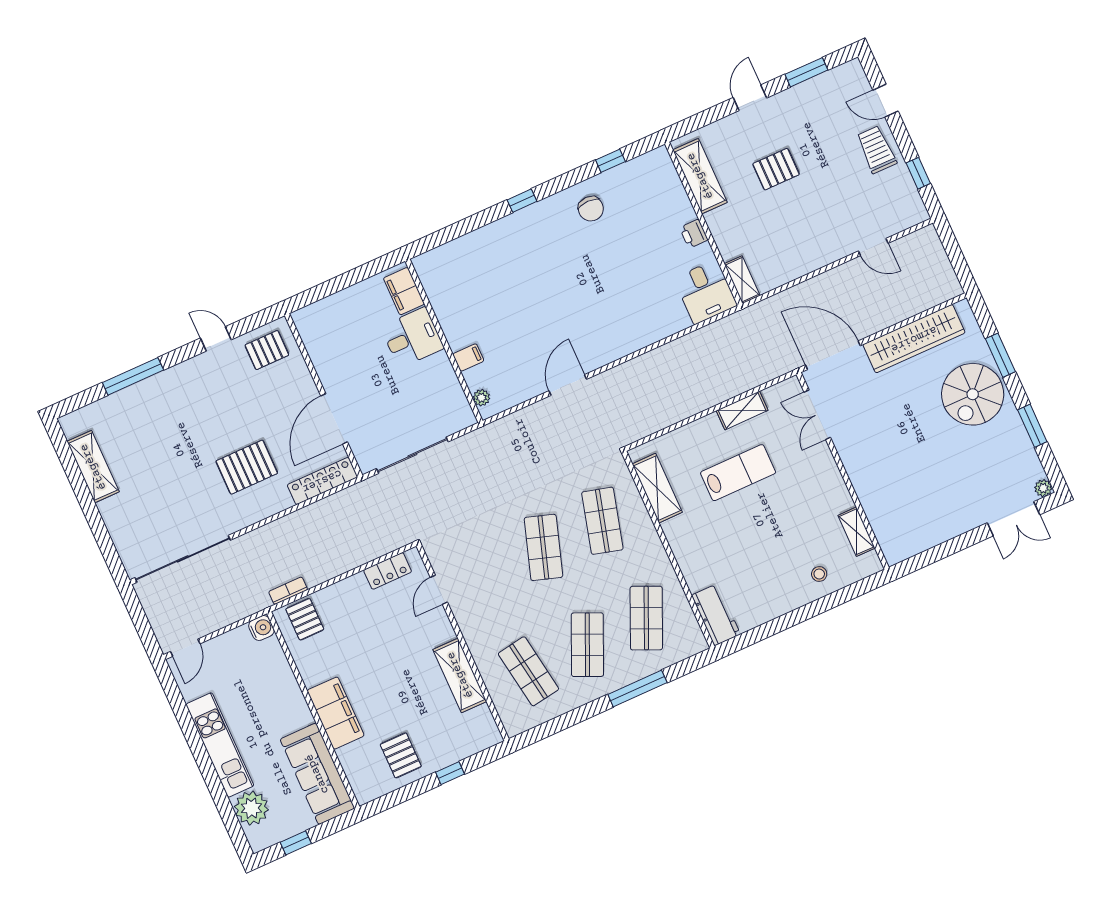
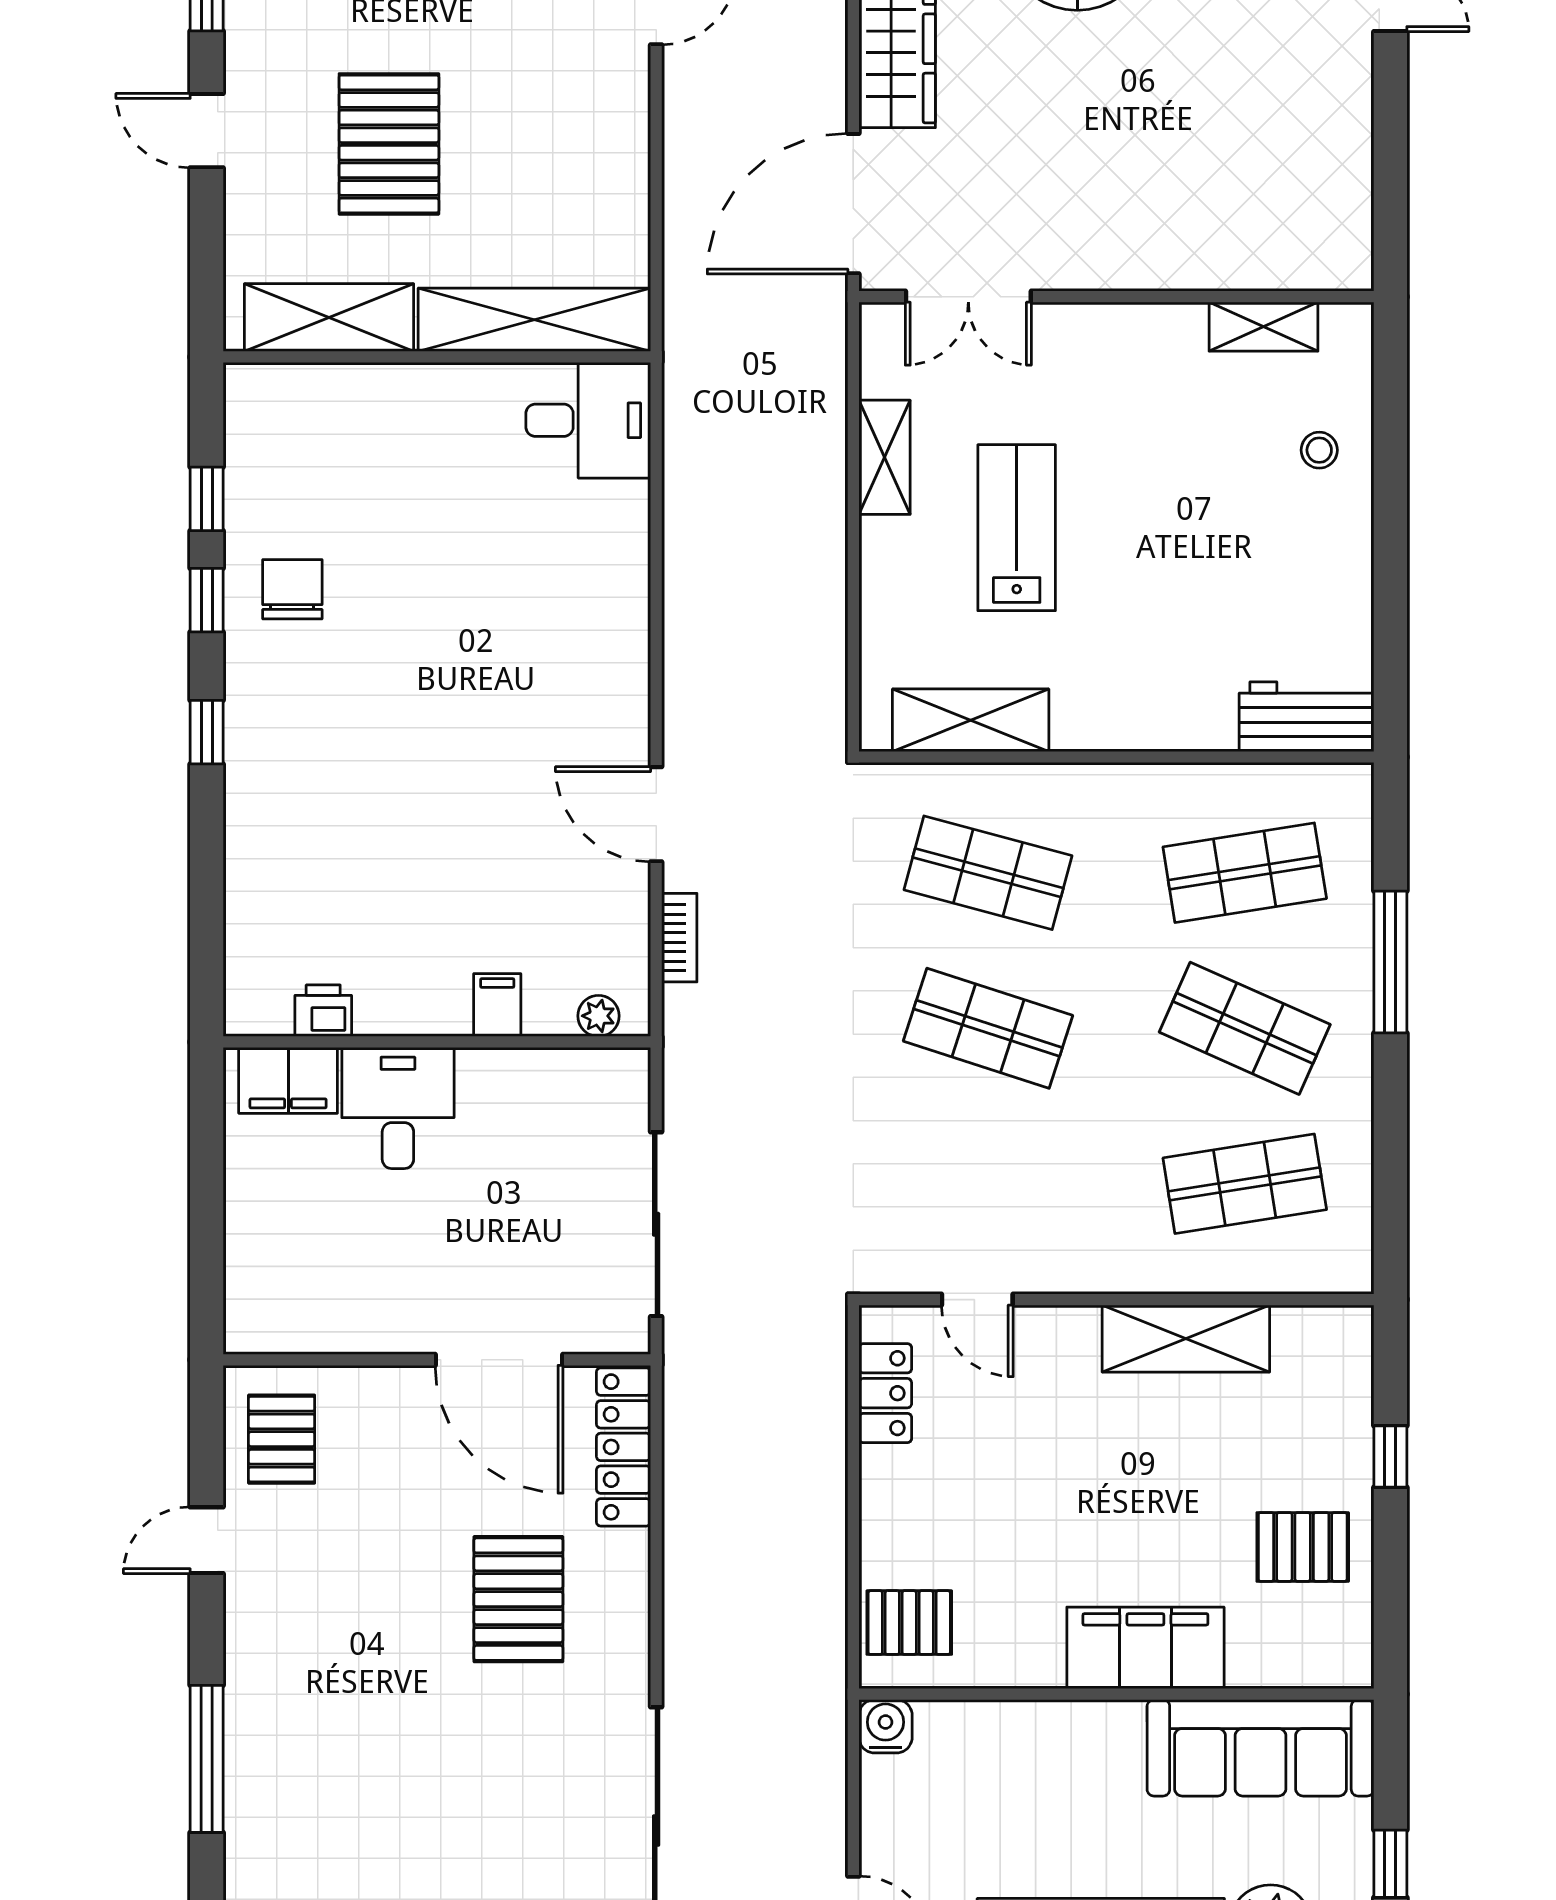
pallet: (776, 169) -> (389, 144), width x1.50, depth x1.42
window: (572, 178) -> (207, 600), added
chair: (591, 209) -> (292, 589), turned -90
printer: (694, 234) -> (323, 1011), moved, turned 180
shelving: (742, 280) -> (534, 320), width x2.20, depth x1.33
bookcase: (288, 591) -> (679, 938), moved, turned 180
shop shelf: (646, 618) -> (1245, 873), turned -33

